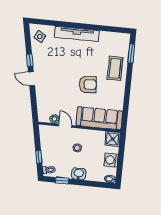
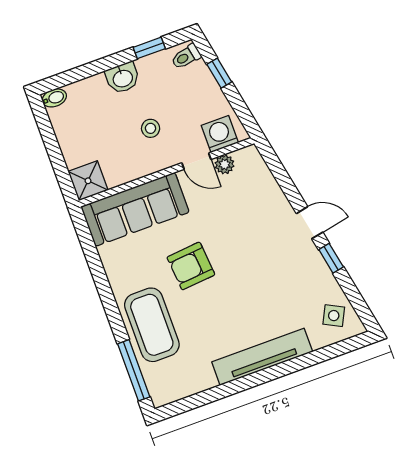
window: (131, 54) -> (134, 370), width x1.44
coffee table: (115, 68) -> (152, 325), width x1.36, depth x1.32
washing machine: (111, 160) -> (220, 134), moved, turned -90

